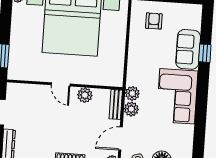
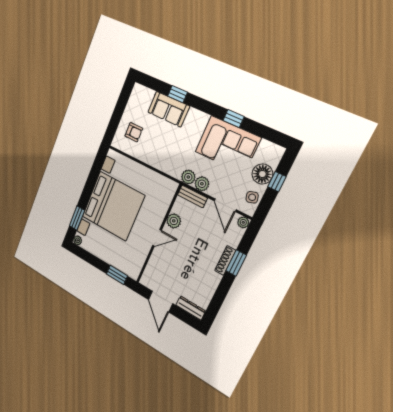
armchair: (154, 21) -> (134, 132), turned 180
corner sofa: (177, 96) -> (228, 145), moved
window: (201, 115) -> (234, 119), added

